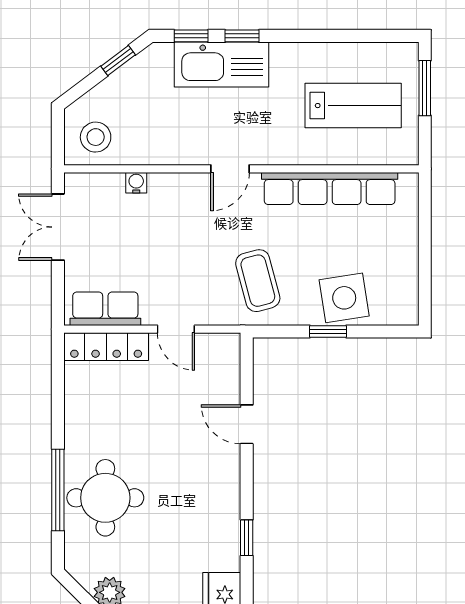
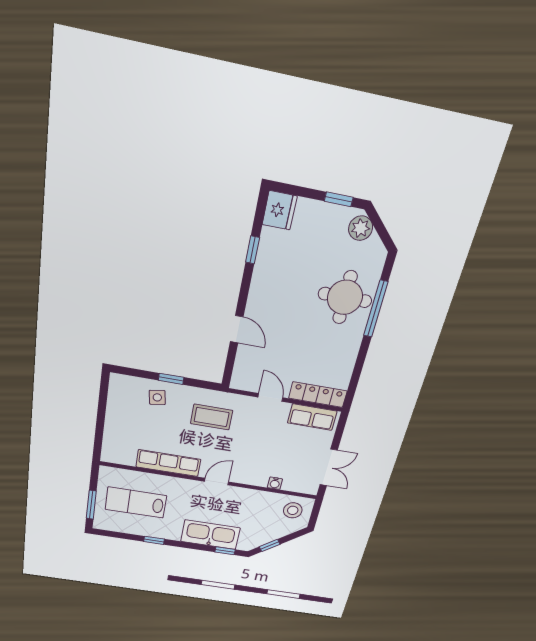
window: (242, 36) -> (154, 540), moved
row of seats: (330, 188) -> (168, 463), width x0.73
coffee table: (258, 281) -> (212, 417), turned -75
side table: (344, 298) -> (157, 397), width x0.54, depth x0.54

